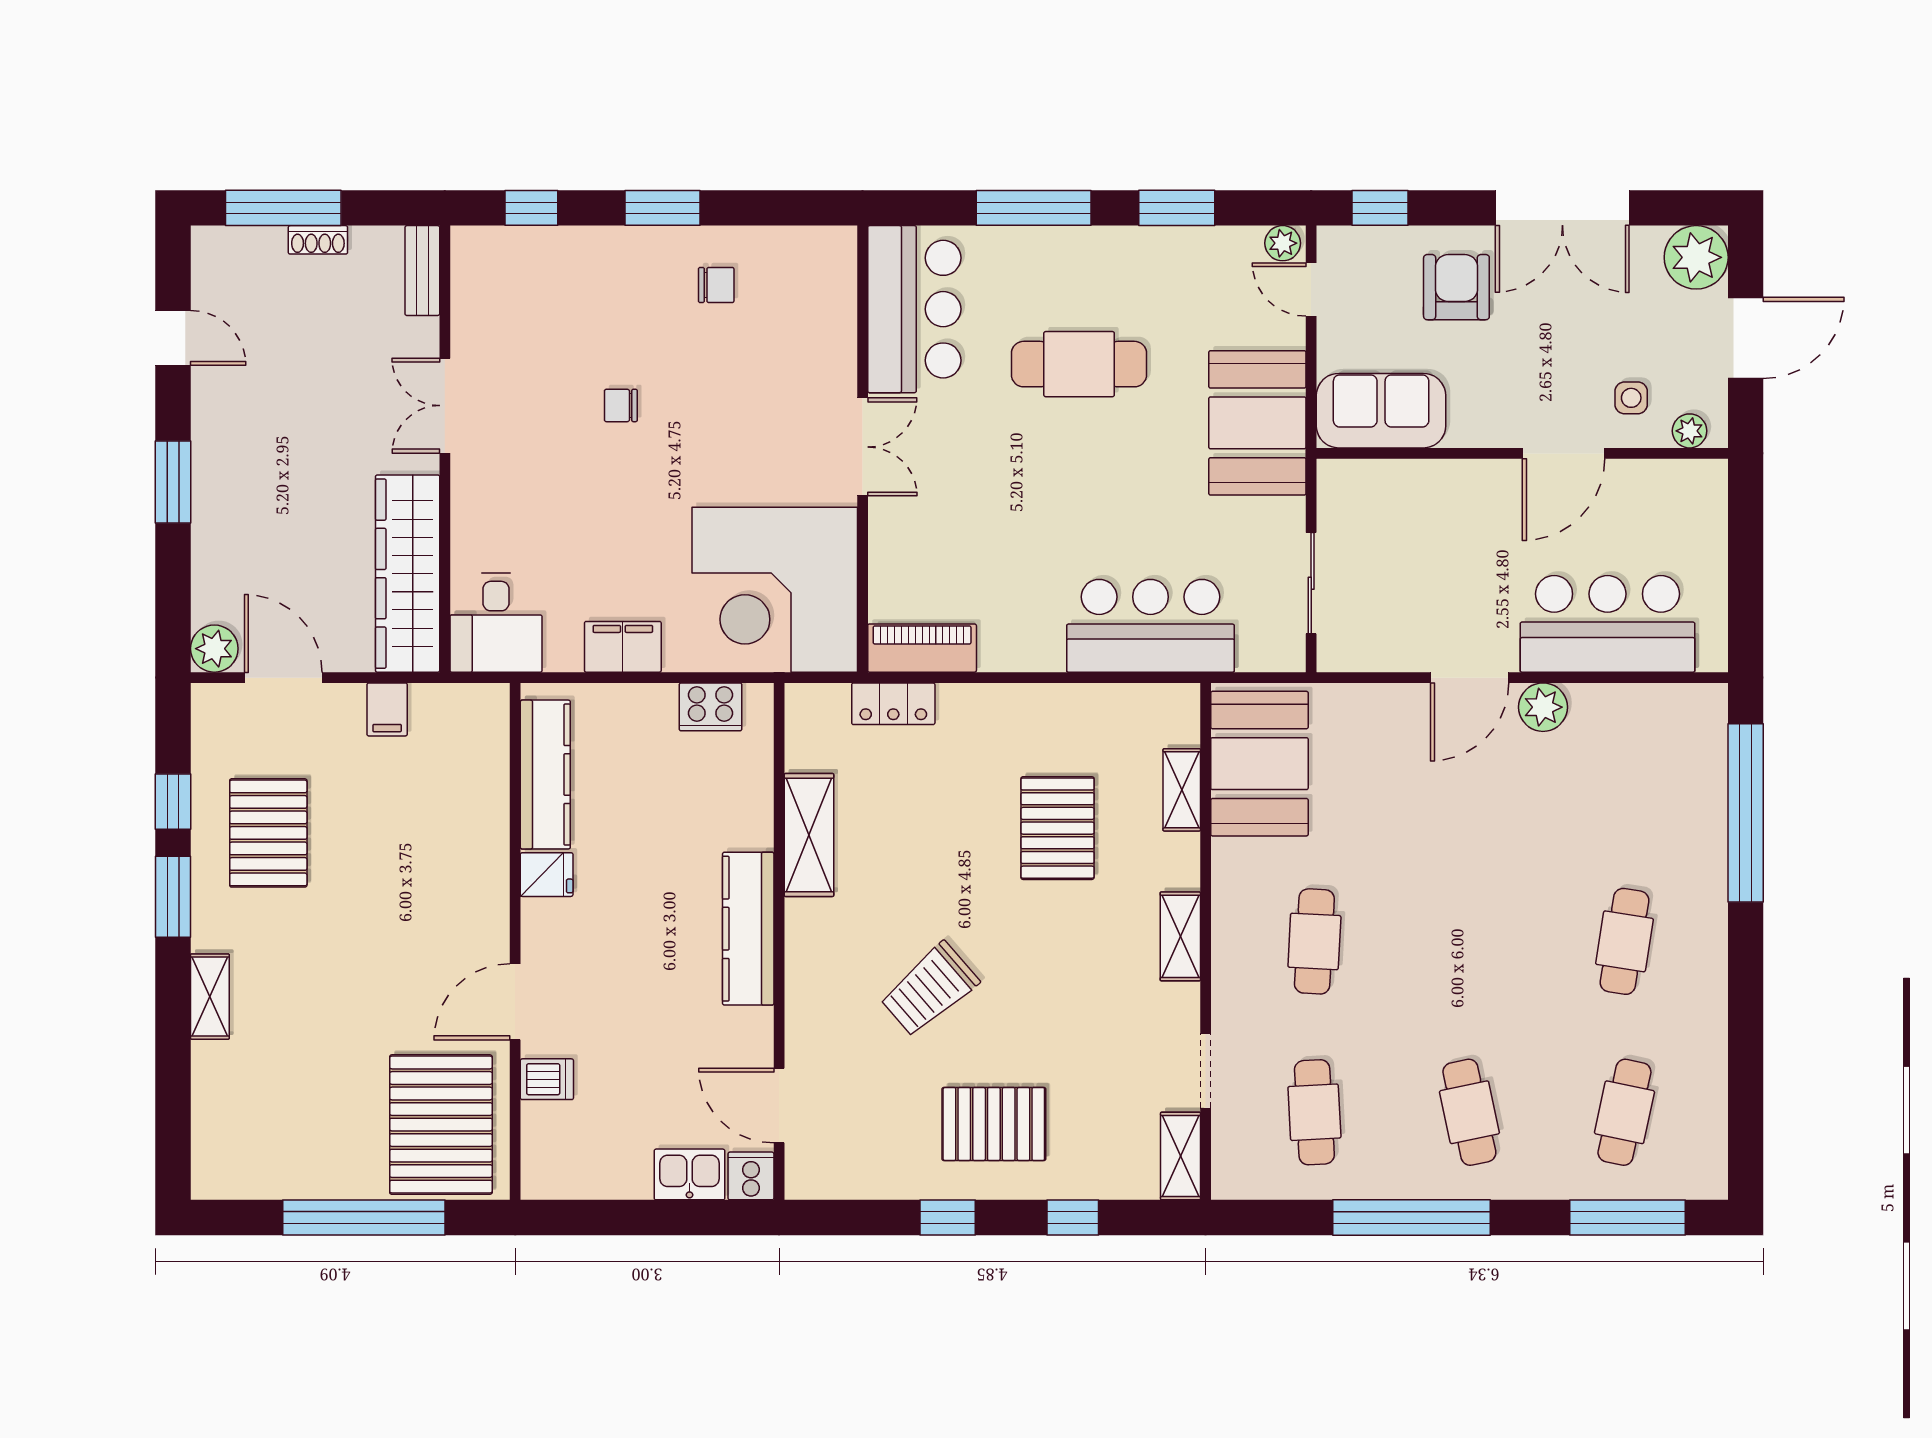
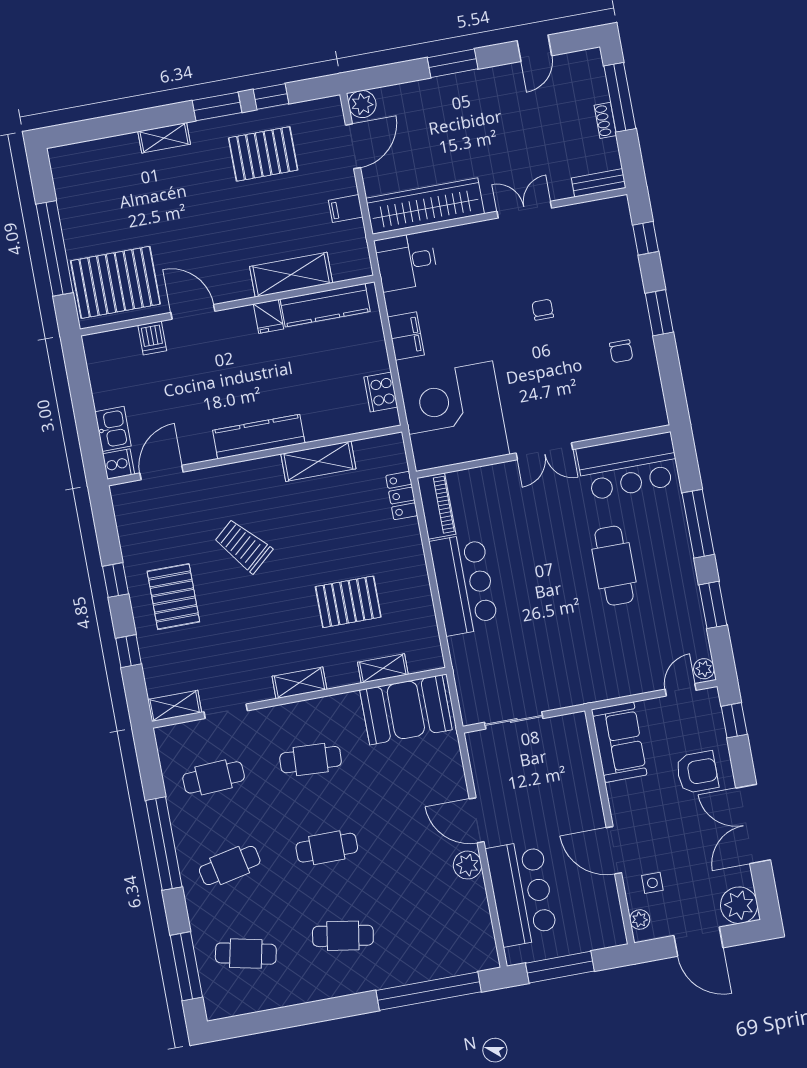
booth: (1257, 423) -> (599, 673), removed
window: (1746, 582) -> (560, 967), added
bar counter: (1150, 626) -> (464, 584), moved
shelving: (483, 823) -> (291, 275), added
cafe table: (1469, 941) -> (327, 848), added

